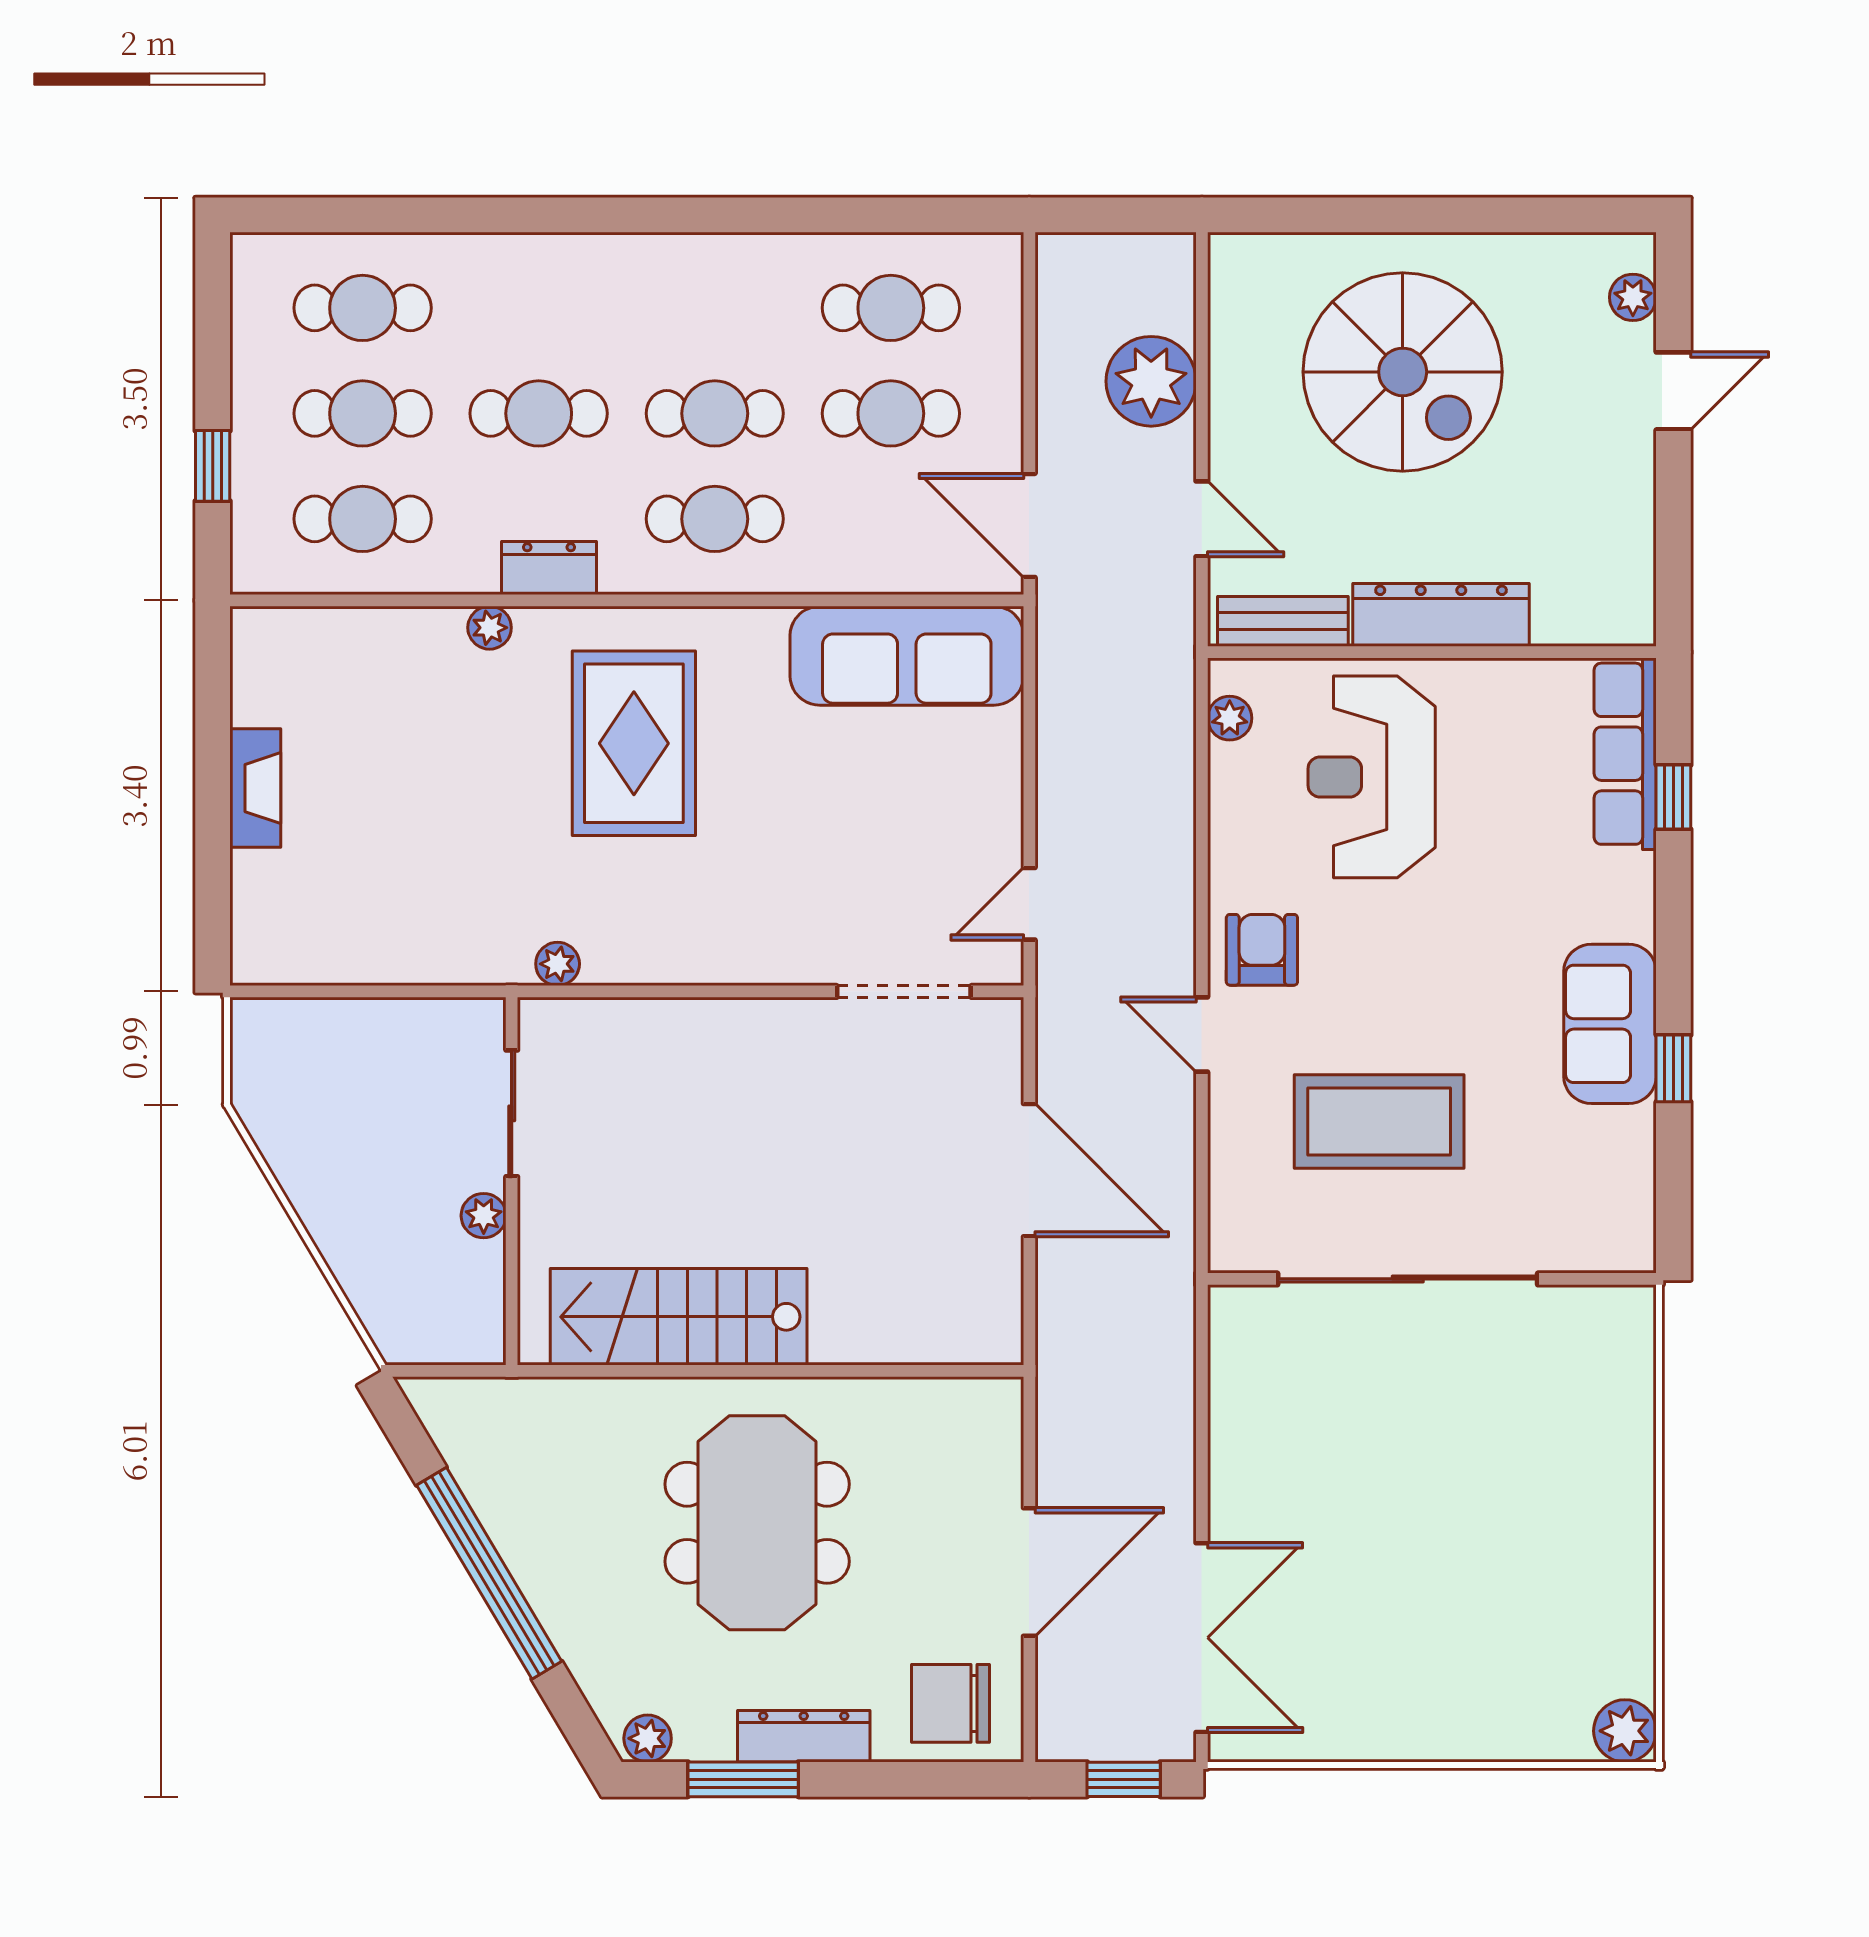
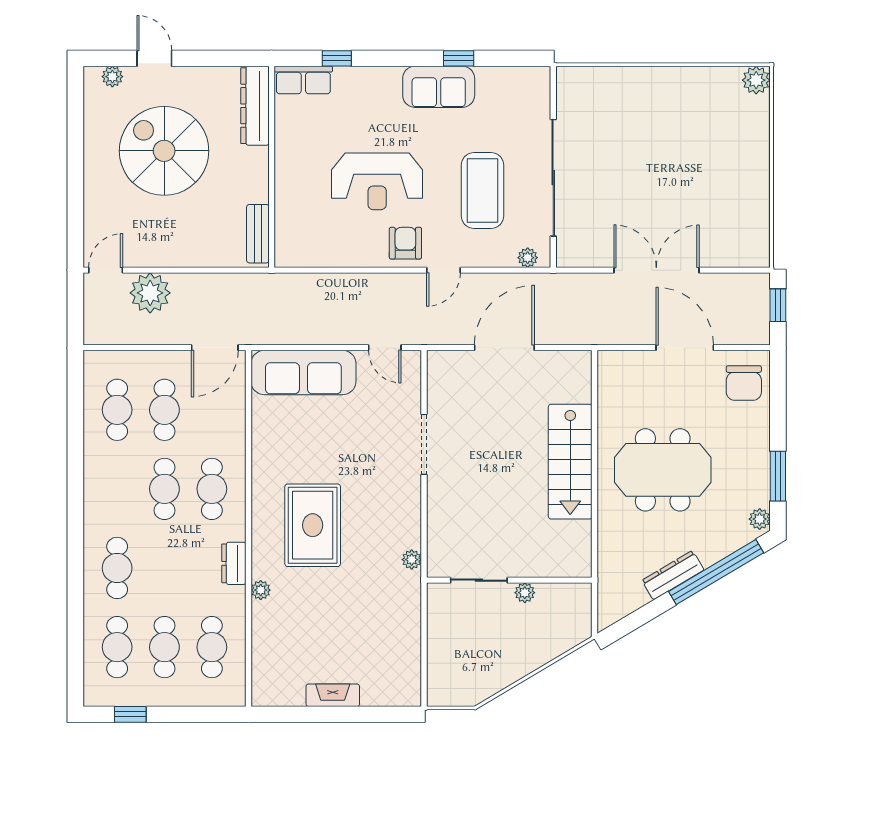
spiral stairs: (1403, 372) -> (164, 151), moved, turned -90
cafe table: (539, 413) -> (117, 568), moved
window: (213, 466) -> (130, 714), moved
door: (1202, 519) -> (106, 270), moved
dresser: (1441, 615) -> (255, 106), moved
sofa: (907, 656) -> (303, 372), moved, turned 90
plant: (1230, 718) -> (528, 258), moved
rug: (634, 743) -> (313, 525), turned 90
row of seats: (1625, 754) -> (303, 80), width x0.68
reception desk: (1372, 777) -> (377, 181), moved
armchair: (1262, 950) -> (405, 243), turned 90
doorway: (904, 991) -> (424, 444), moved
stairs: (679, 1317) -> (570, 462), moved
window: (489, 1573) -> (716, 572), moved
double door: (1202, 1638) -> (656, 270), moved
dresser: (804, 1736) -> (673, 575), moved, turned 59

